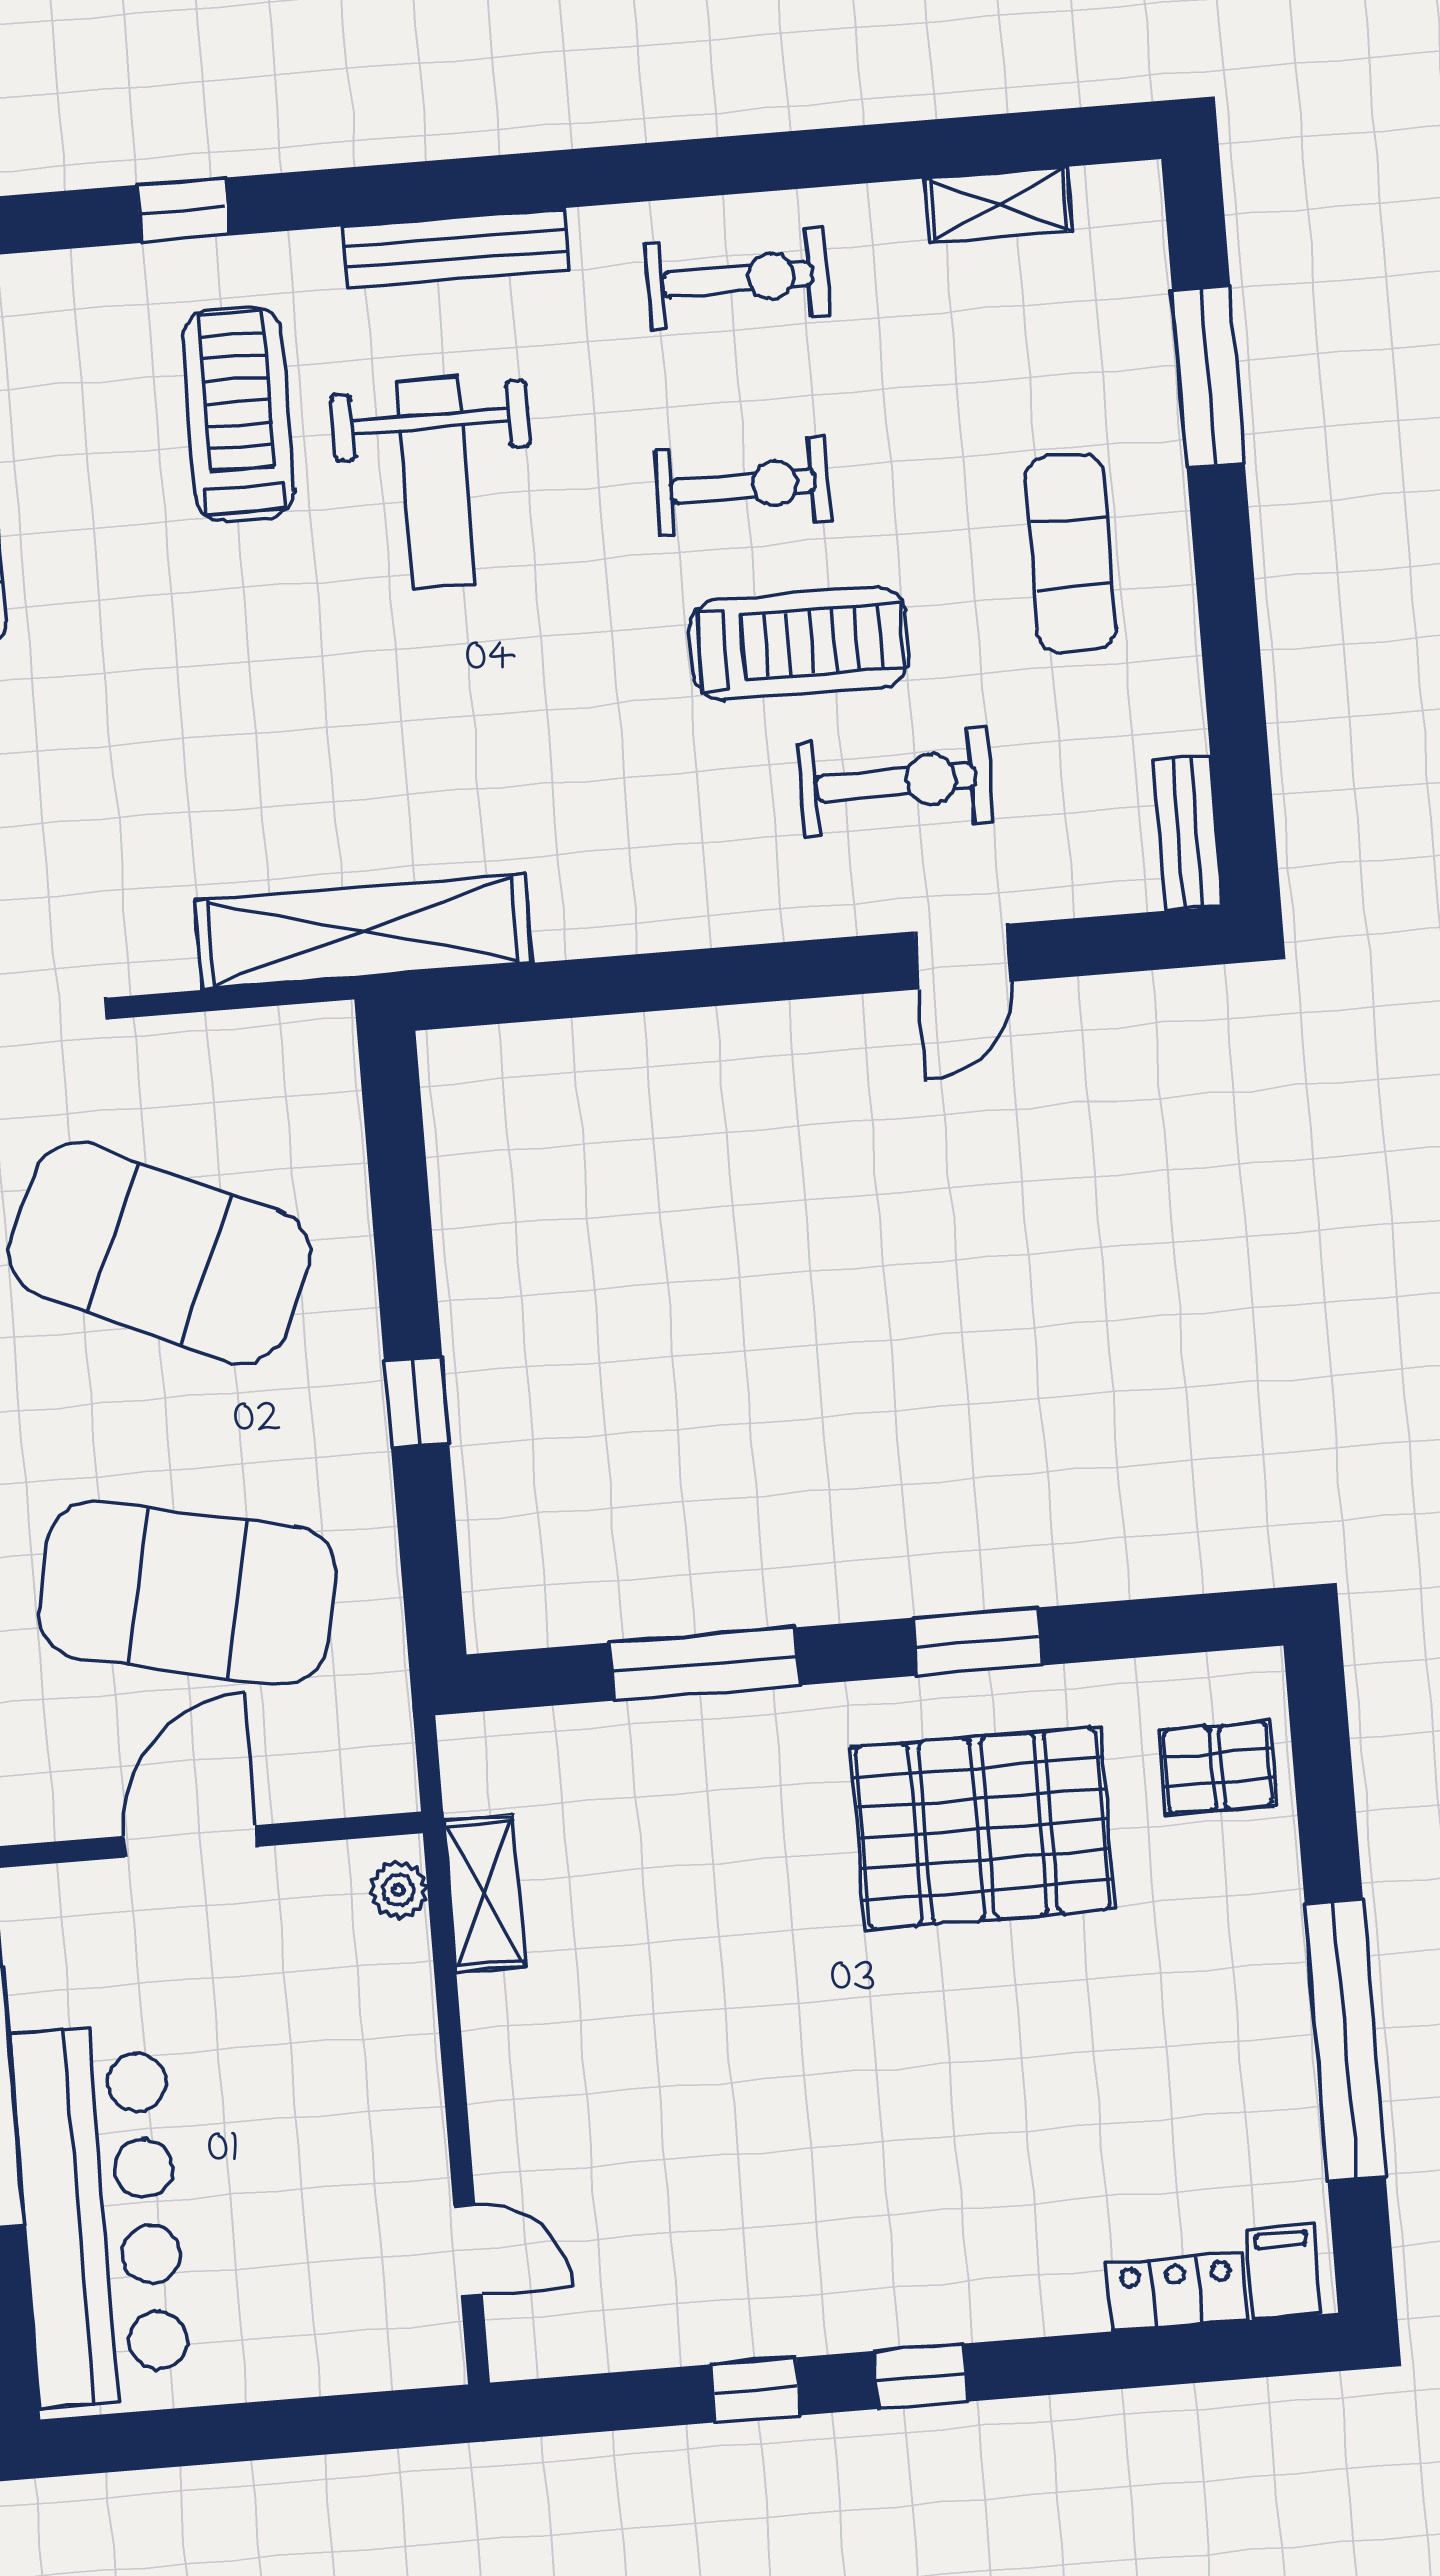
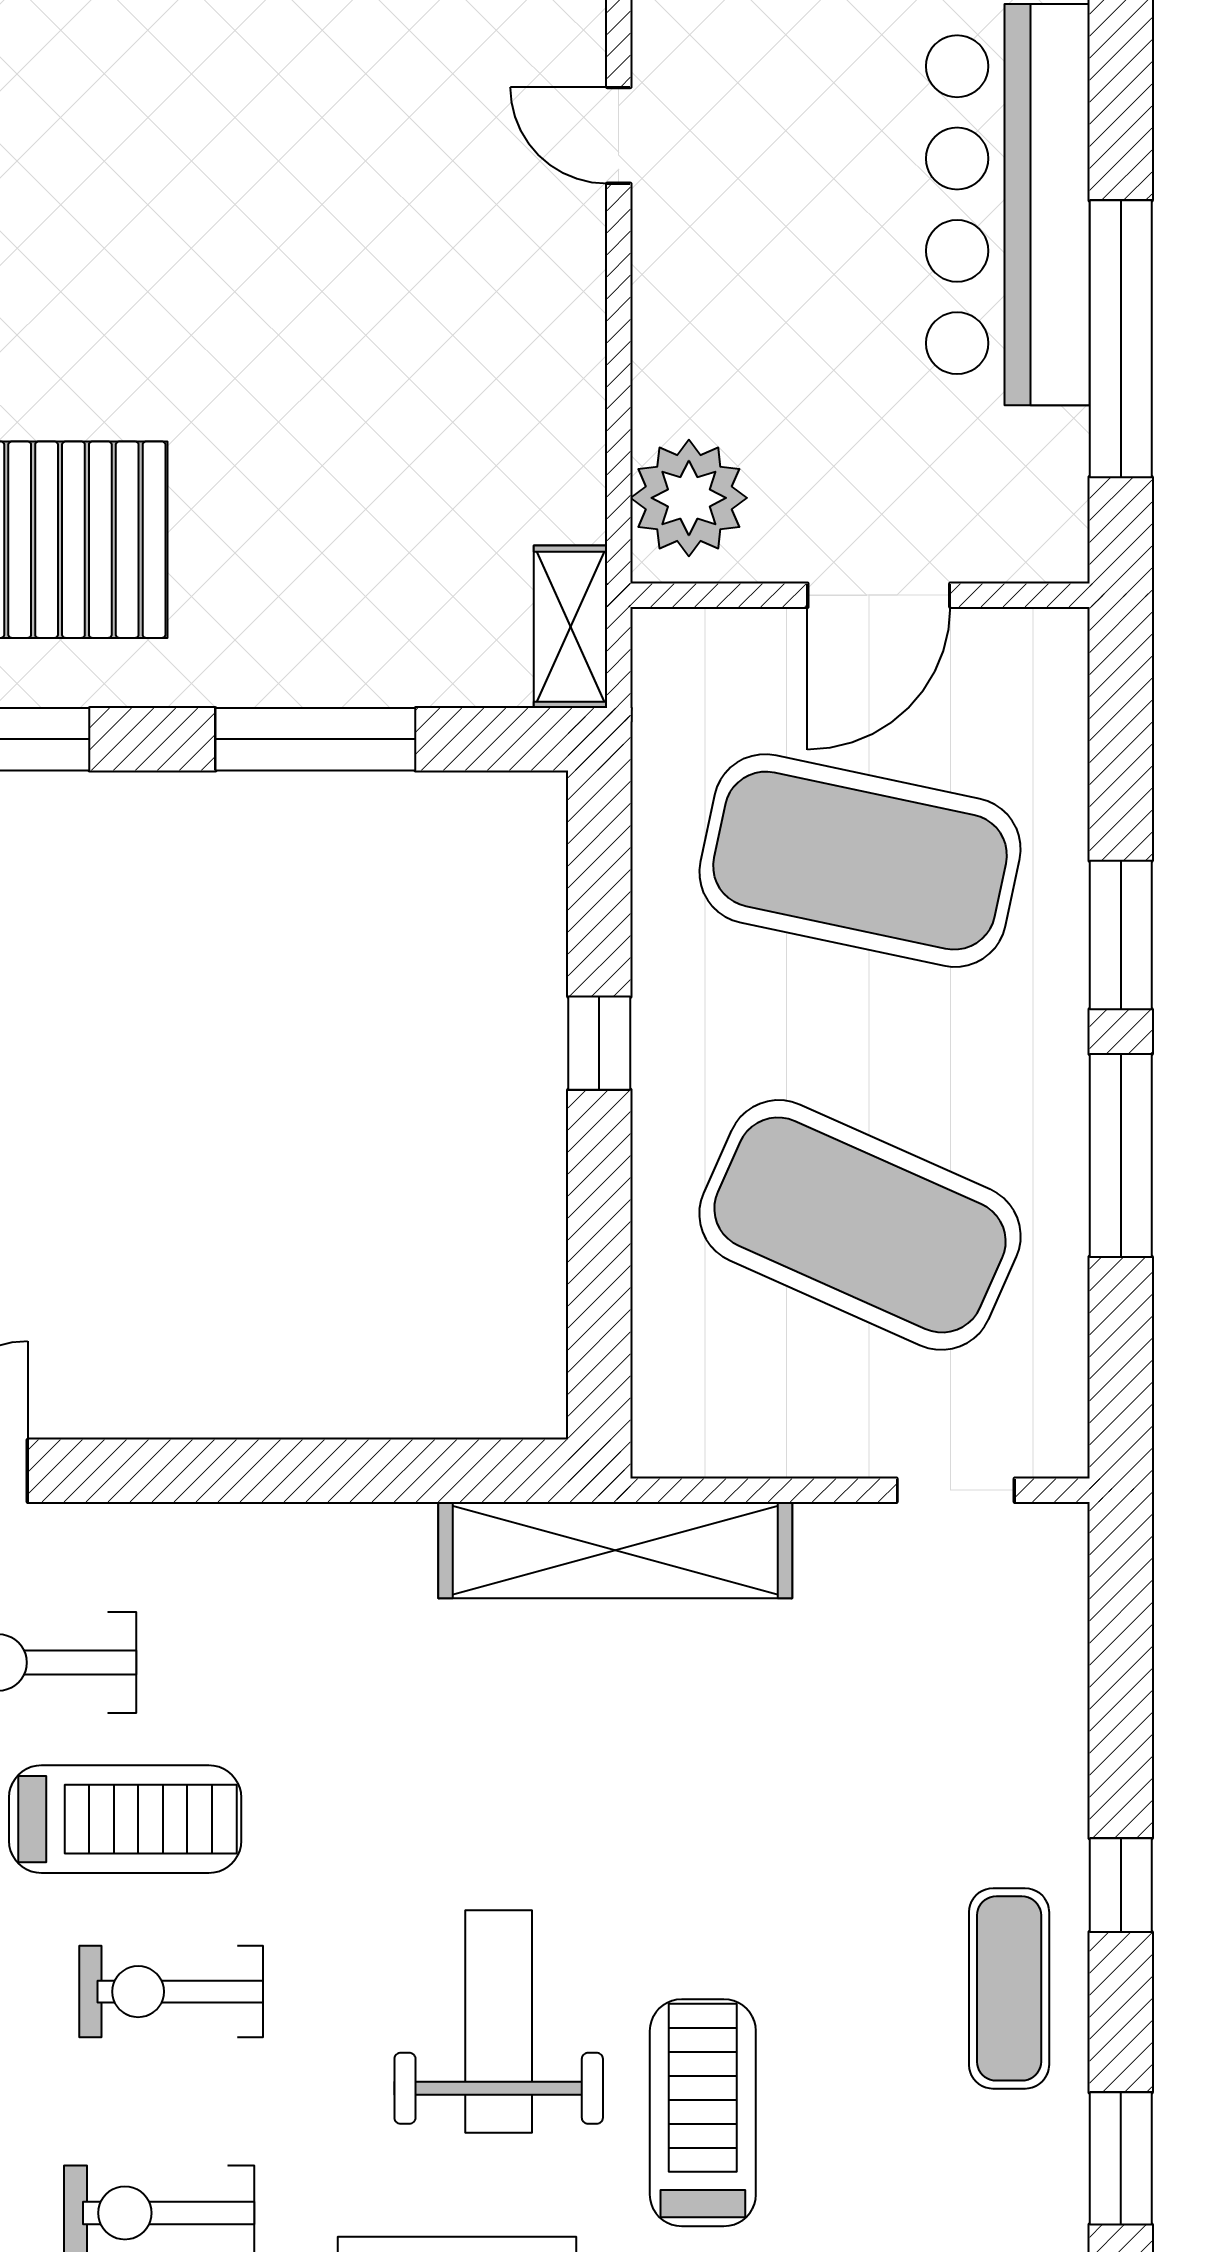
treadmill: (238, 414) -> (703, 2113), turned 180
treadmill: (799, 643) -> (125, 1819), turned 180
plant: (398, 1890) -> (689, 498), width x1.87, depth x1.87
shelving: (484, 1894) -> (570, 627), moved

